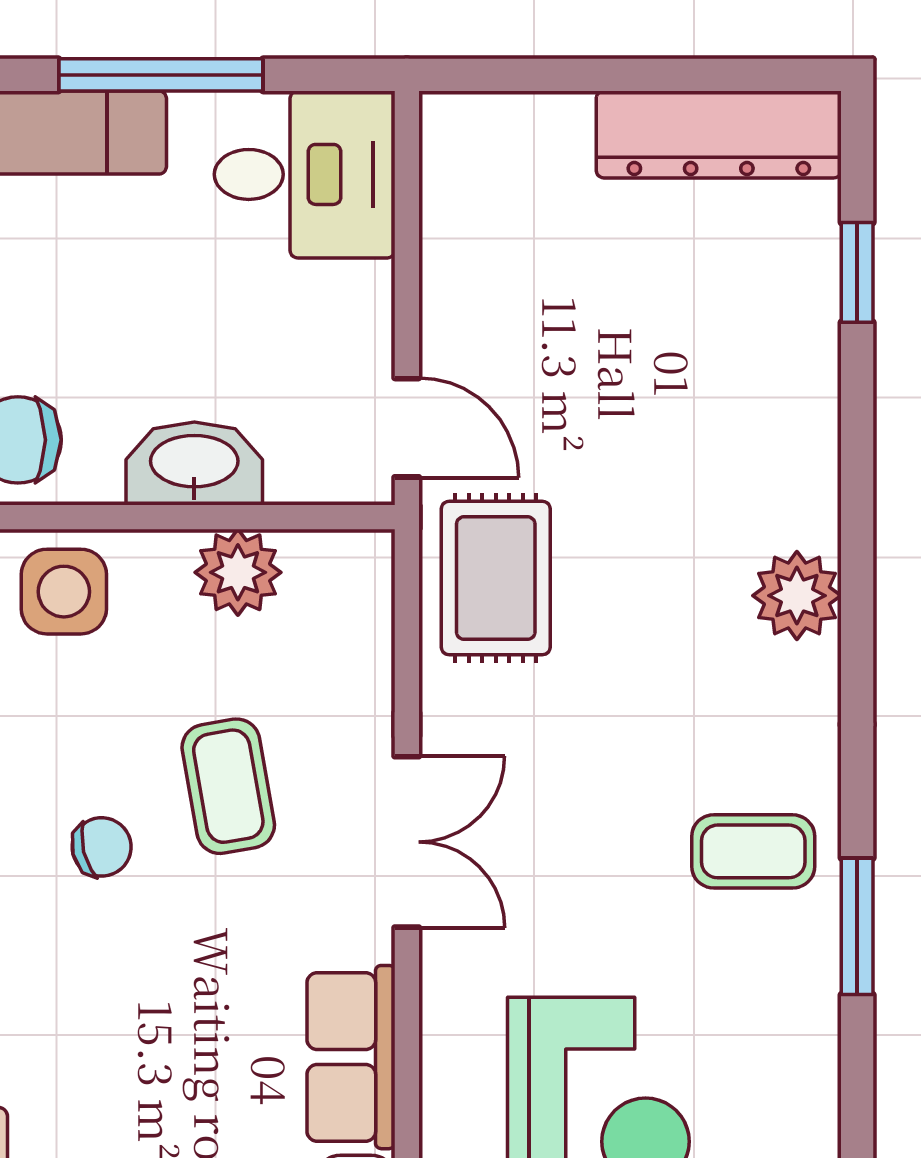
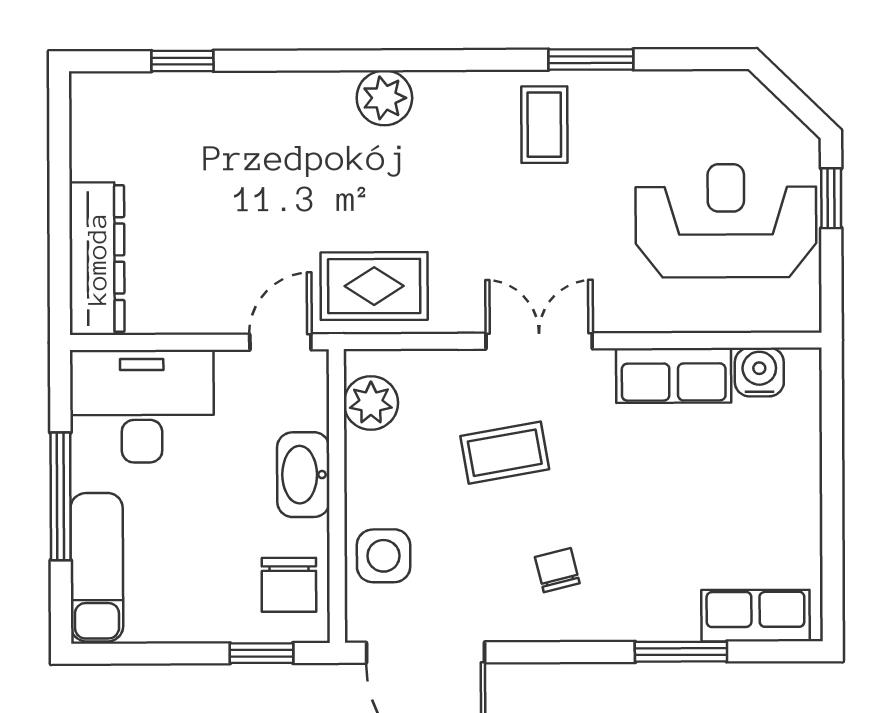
dresser: (719, 134) -> (97, 259), moved
desk: (305, 174) -> (142, 406), width x1.37
plant: (238, 572) -> (371, 403), moved
chair: (102, 847) -> (557, 570), moved

